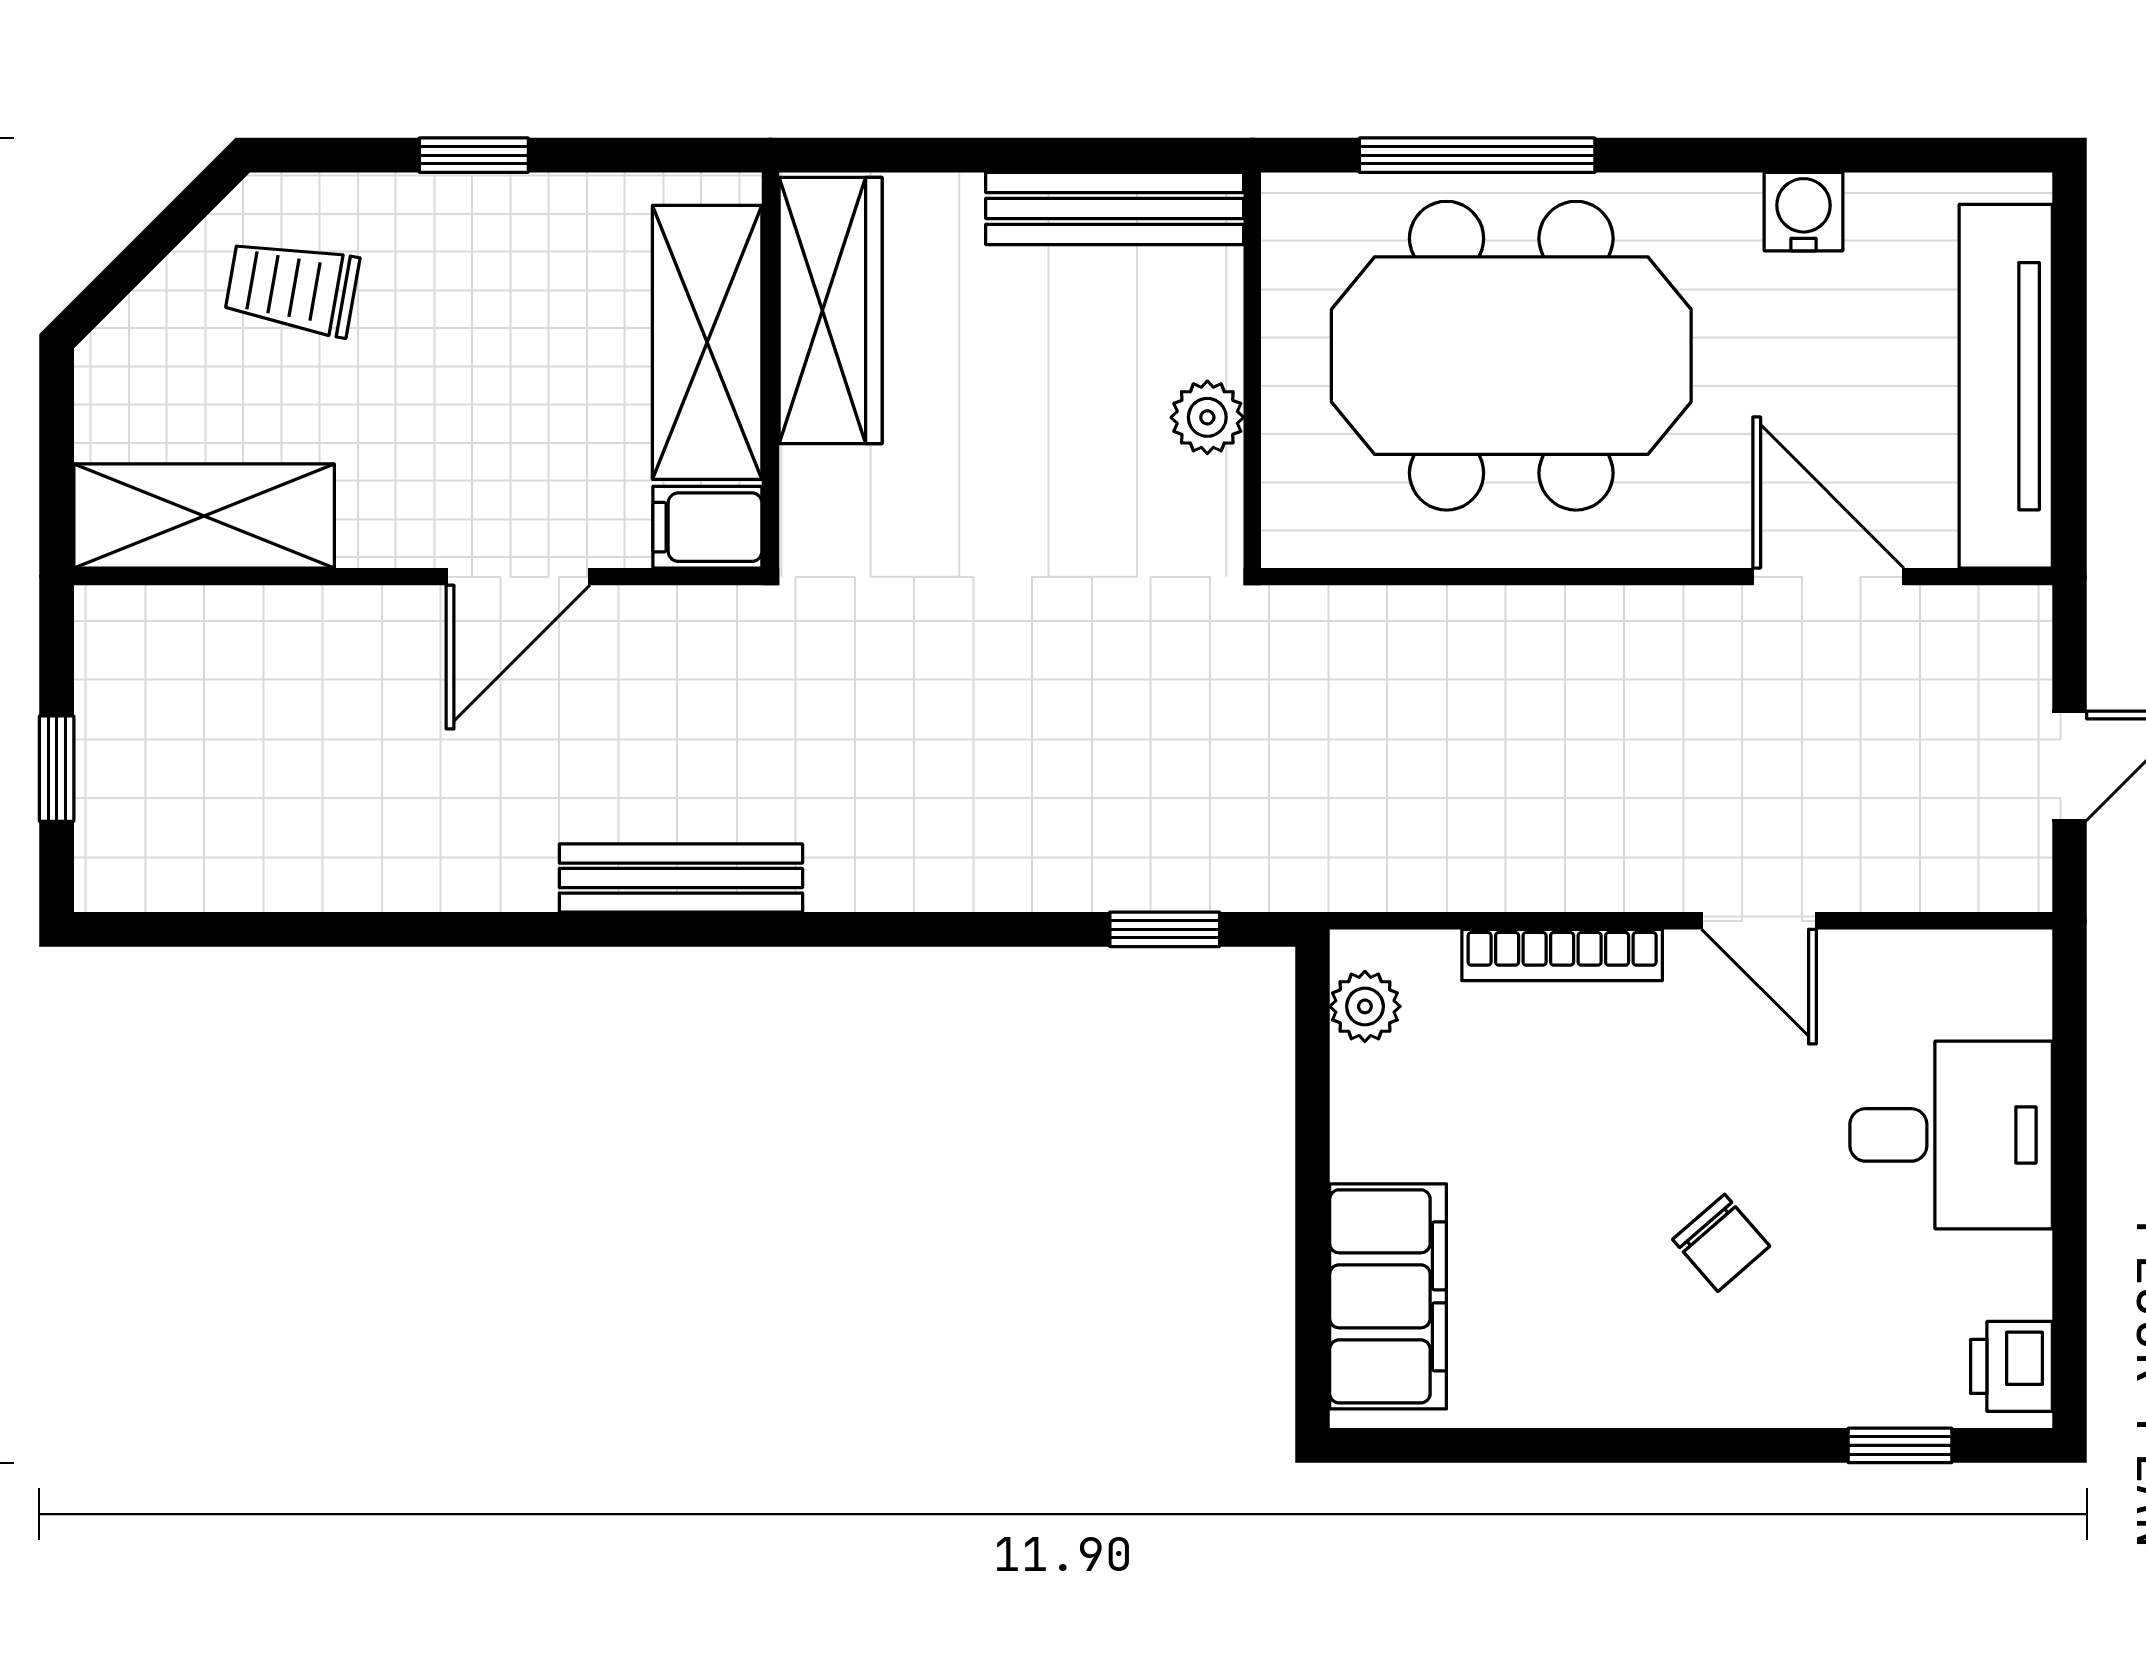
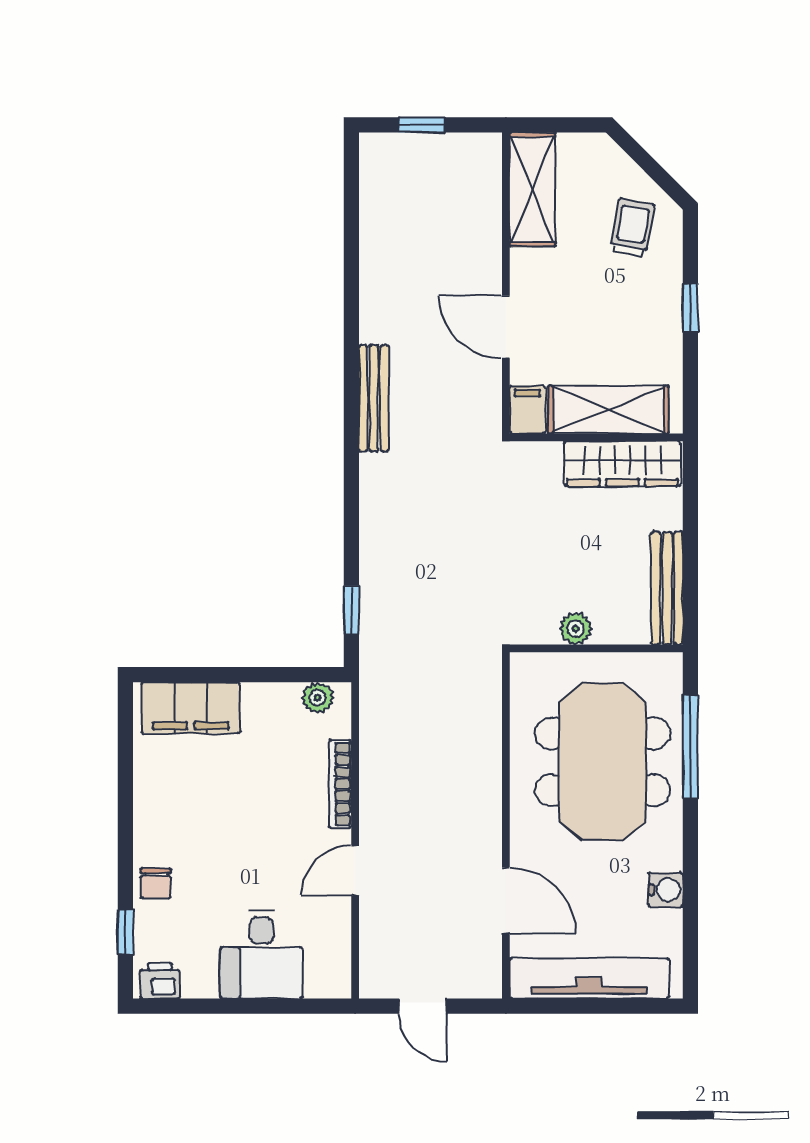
door: (1828, 577) -> (506, 901), hinge flipped
chair: (1721, 1243) -> (156, 883), moved, turned -49

